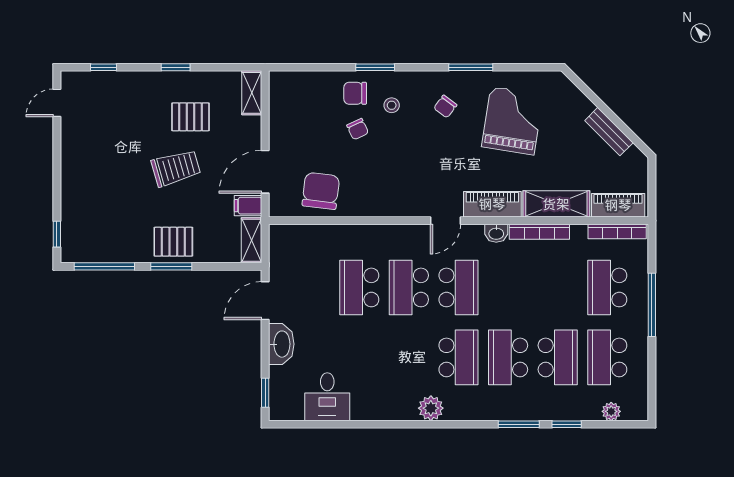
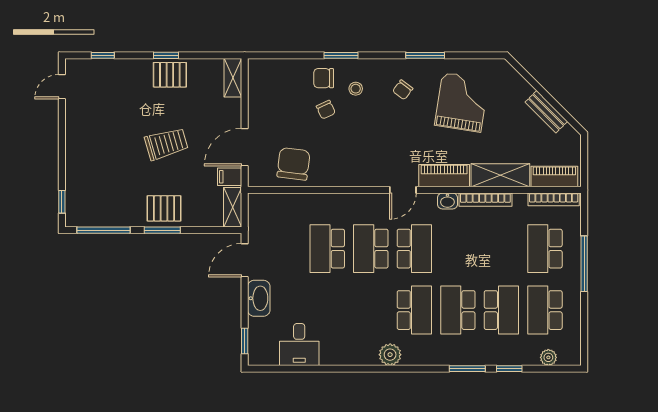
pallet: (190, 117) -> (170, 75), moved

